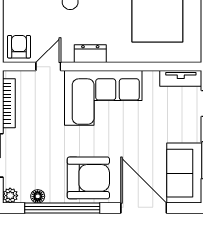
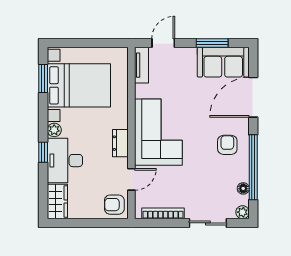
door: (48, 67) -> (131, 179), swing flipped
armchair: (88, 178) -> (227, 145), width x0.53, depth x0.53

